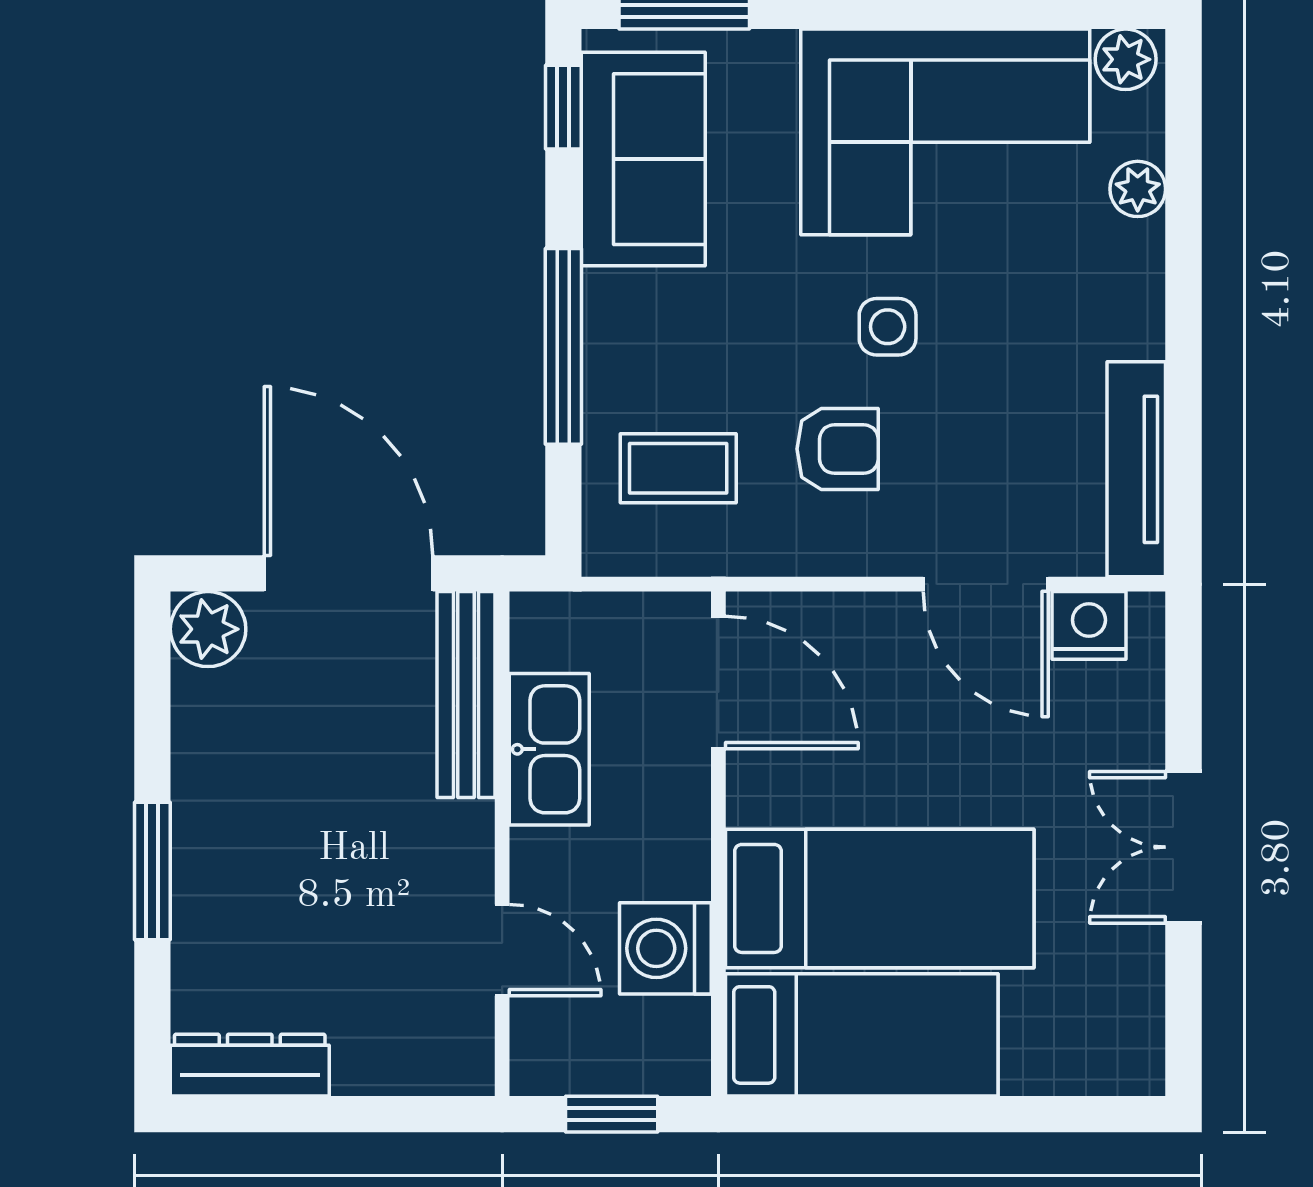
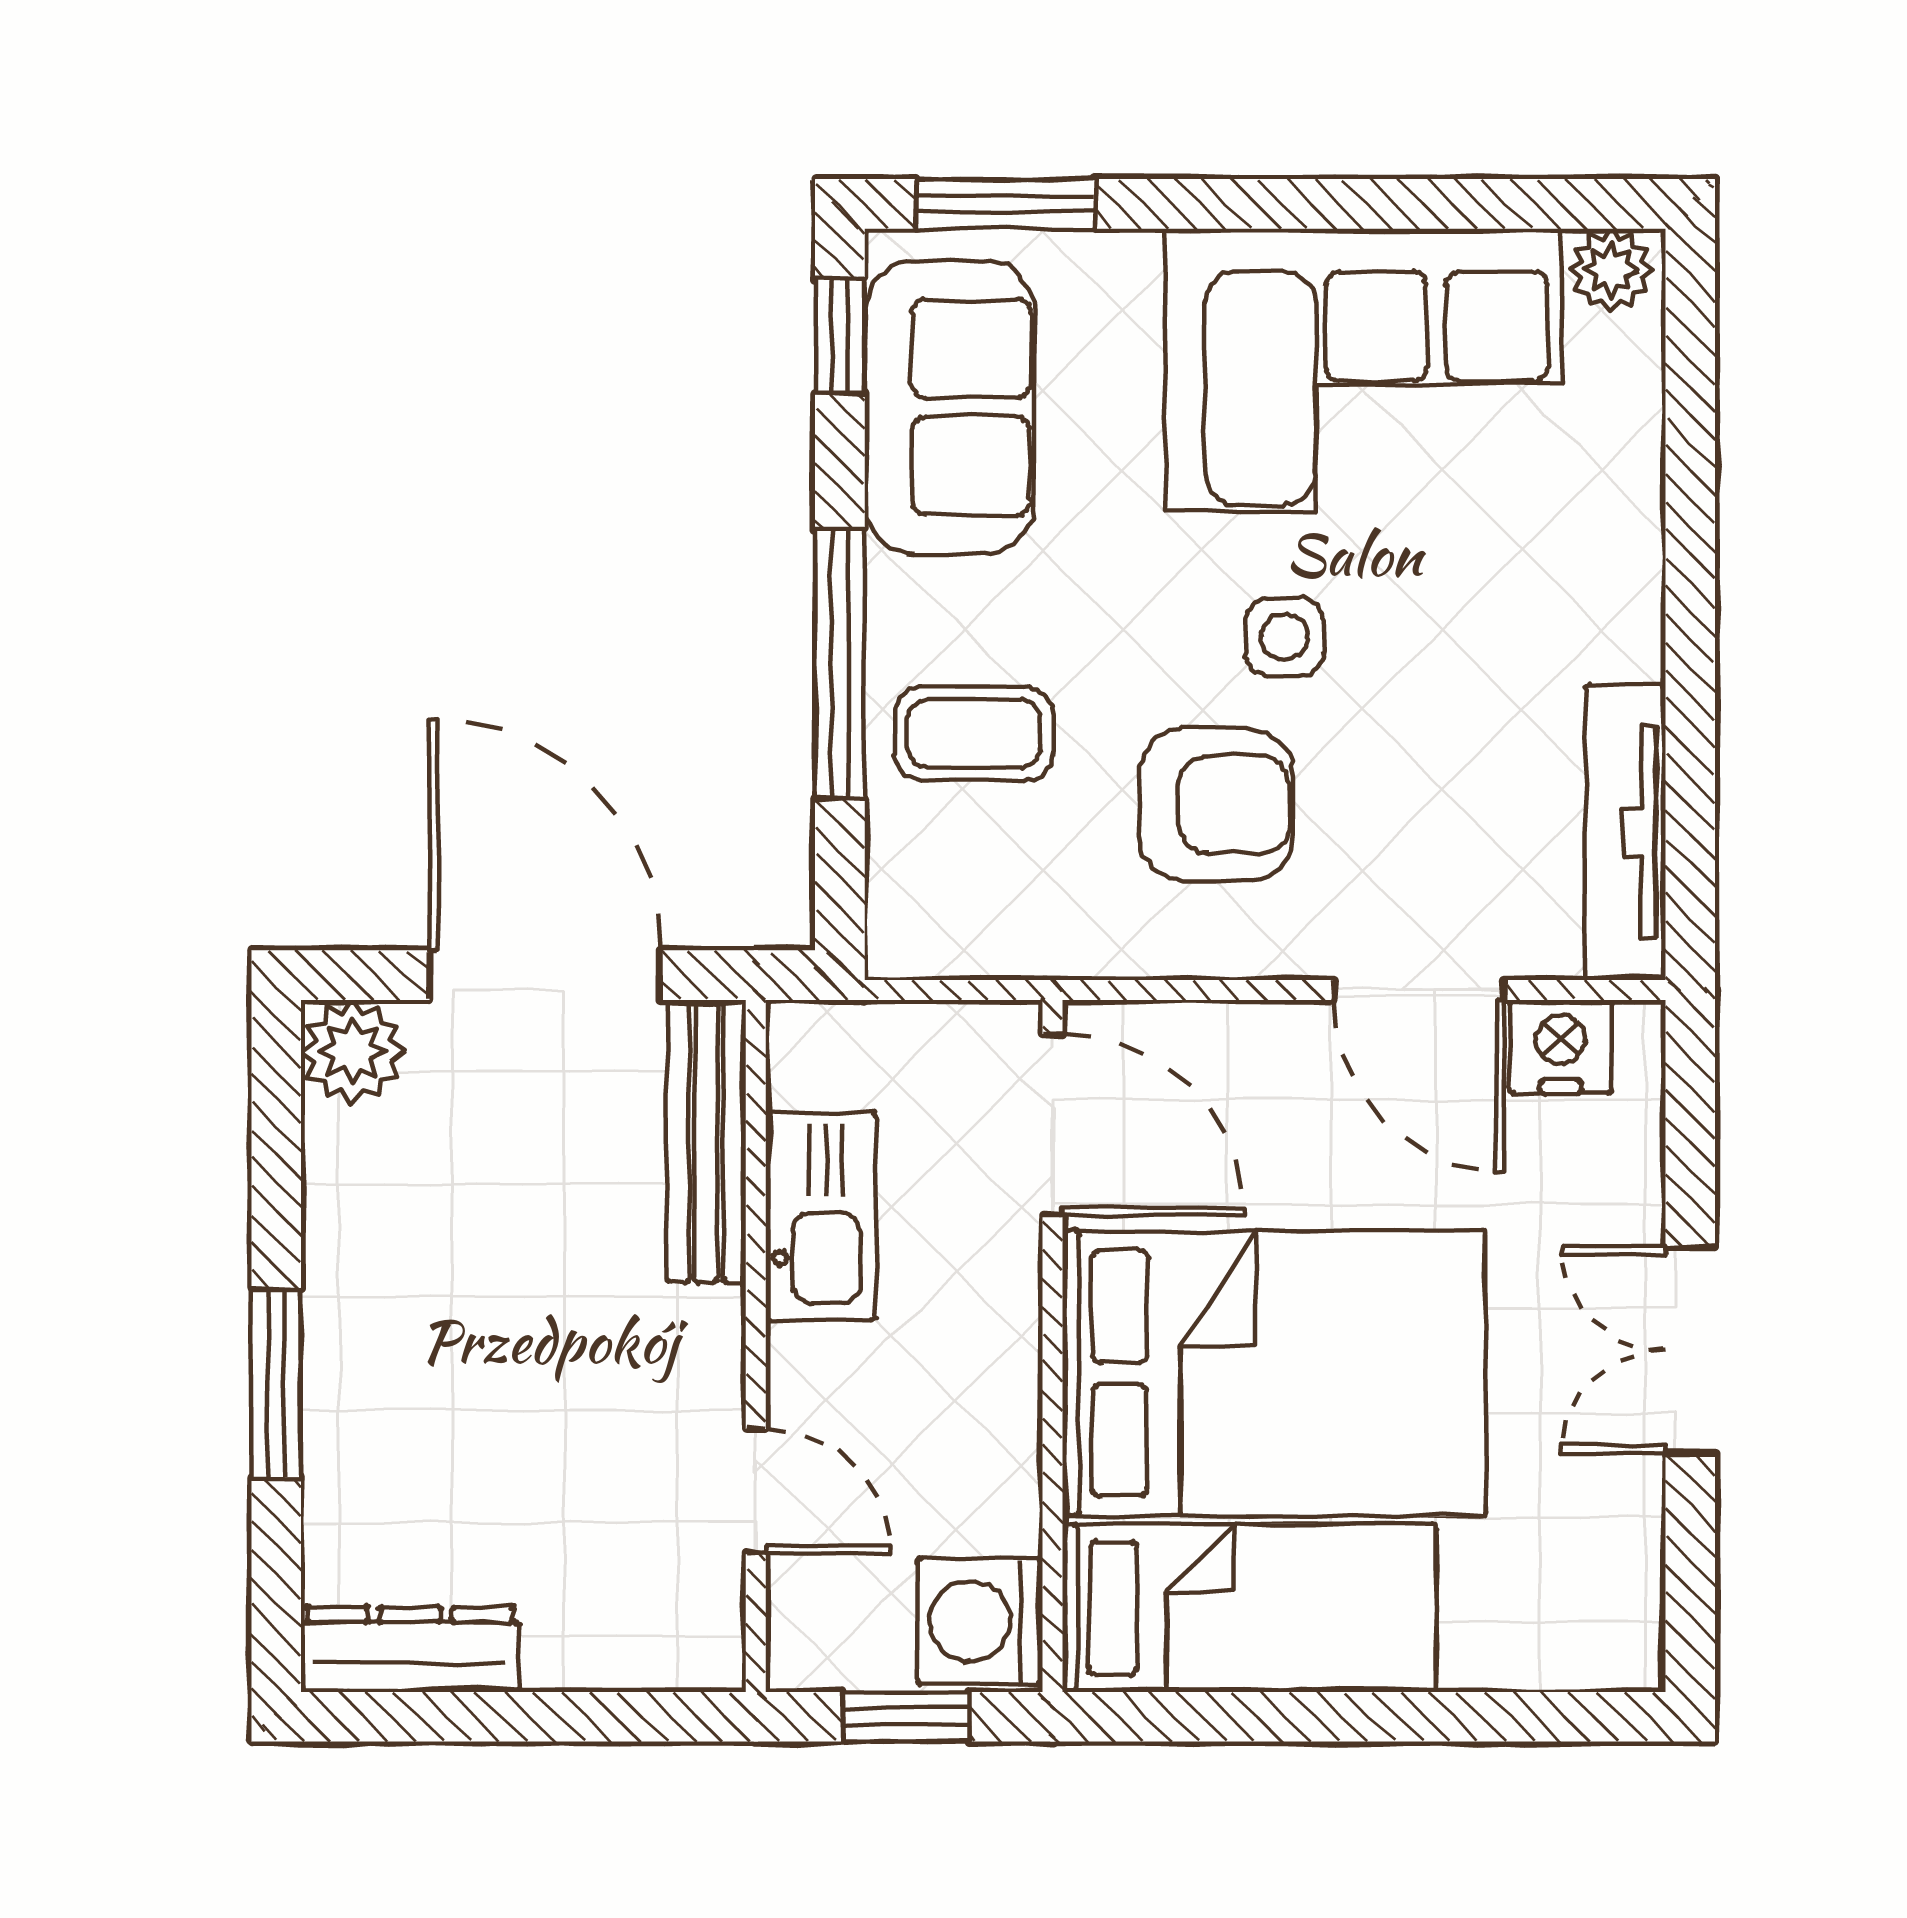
plant: (1138, 189) -> (1628, 448), removed
armchair: (838, 449) -> (1216, 805), width x1.38, depth x1.38
coffee table: (678, 468) -> (974, 734), moved
bed: (880, 898) -> (1274, 1373), width x1.50
washing machine: (665, 948) -> (980, 1621), moved

